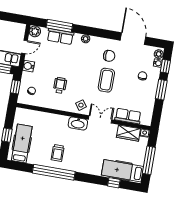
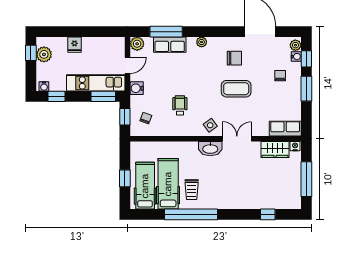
coffee table: (106, 80) -> (236, 89), turned 90
row of seats: (128, 116) -> (285, 129), moved
hospital bed: (122, 171) -> (168, 184), moved, turned 90

